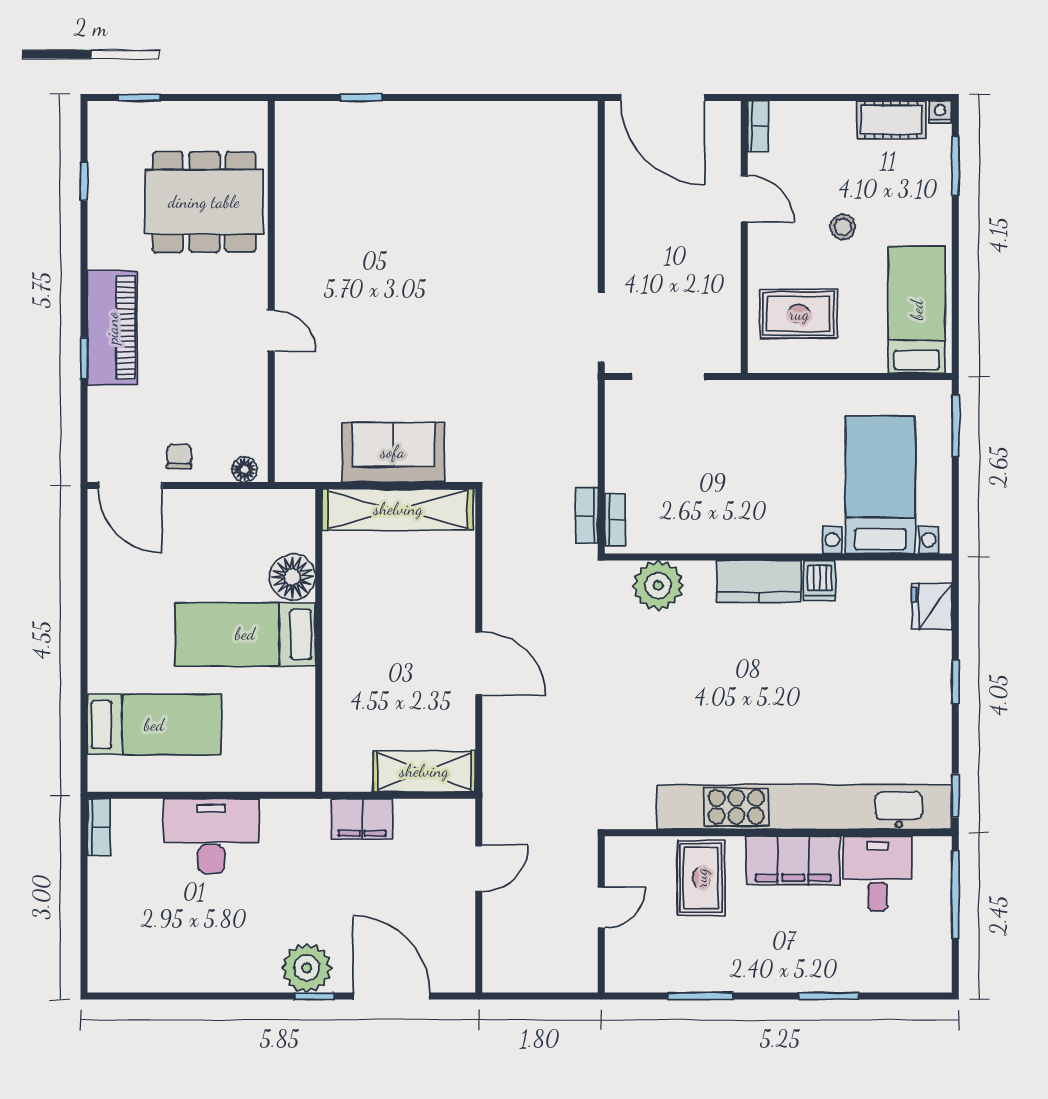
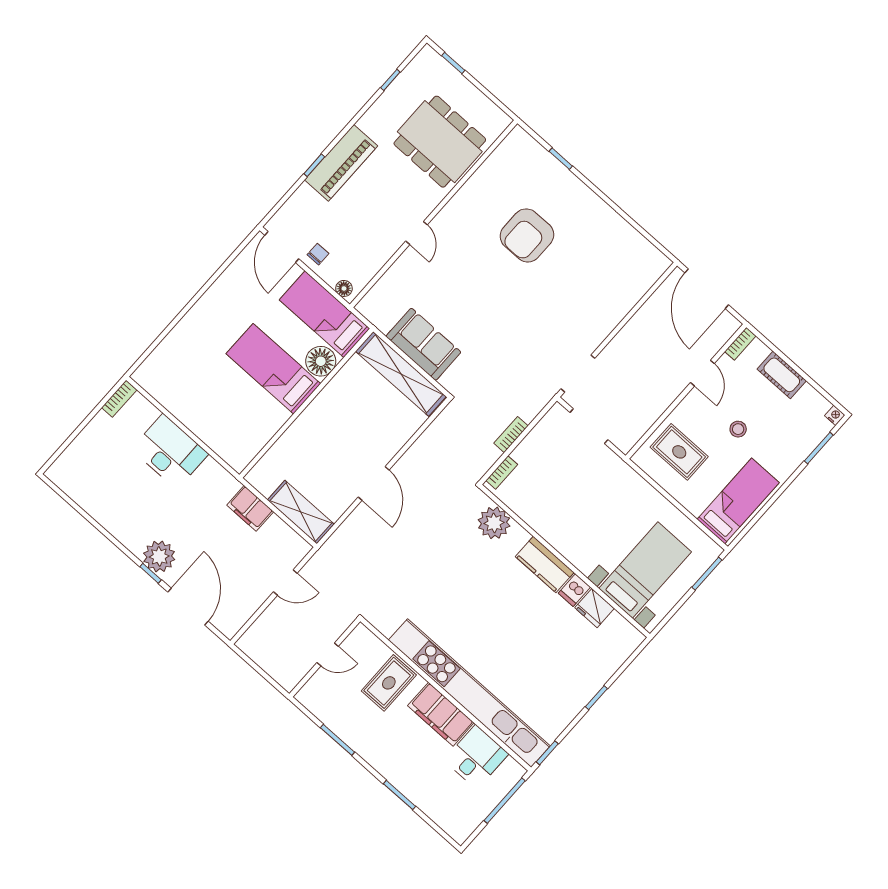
cot: (891, 120) -> (782, 375), moved
armchair: (401, 221) -> (527, 235), added
bookcase: (587, 515) -> (511, 435), moved
fridge: (932, 607) -> (595, 608), moved, turned -90
bed: (154, 725) -> (324, 314), moved, turned 180

